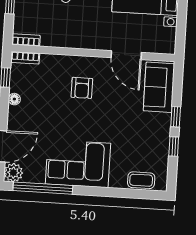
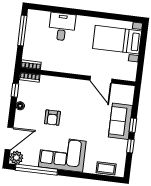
sofa: (159, 87) -> (120, 121), moved
armchair: (82, 88) -> (52, 118), moved

